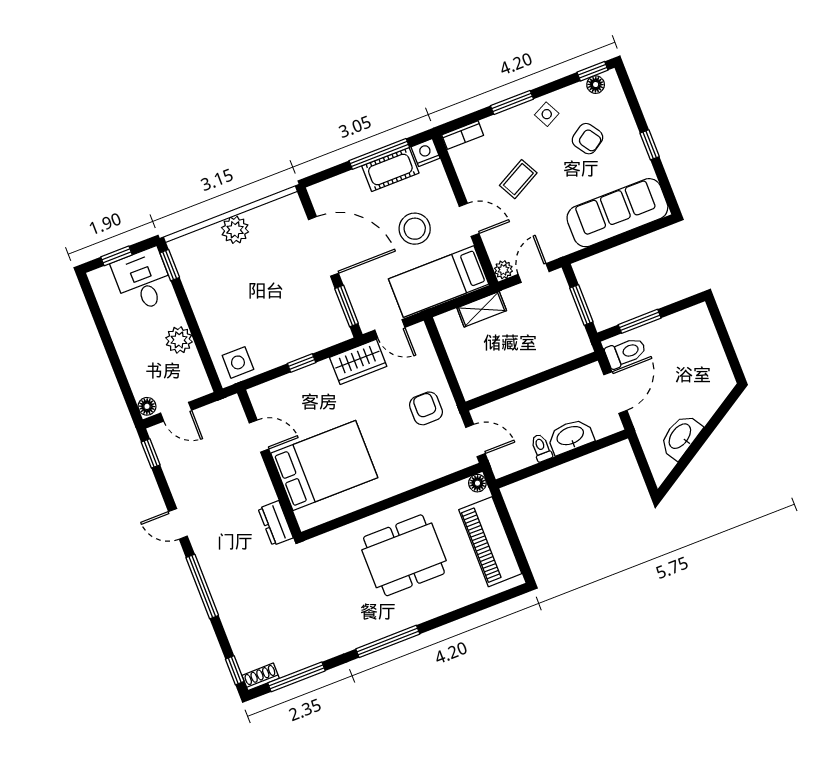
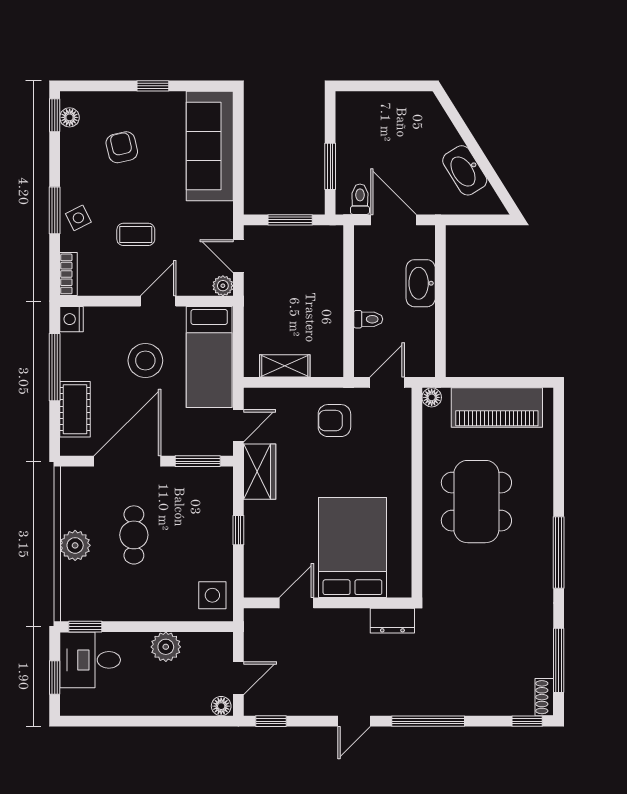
side table: (547, 114) -> (78, 218), moved
armchair: (587, 139) -> (122, 147), turned -69
cot: (390, 170) -> (75, 409), moved
coffee table: (518, 179) -> (136, 234), turned -62
cafe table: (263, 276) -> (134, 535), added
shelving: (482, 309) -> (285, 366), moved, turned 90
toilet: (626, 352) -> (360, 199), width x0.73, depth x0.72
toilet: (541, 448) -> (368, 319), moved, turned 180

